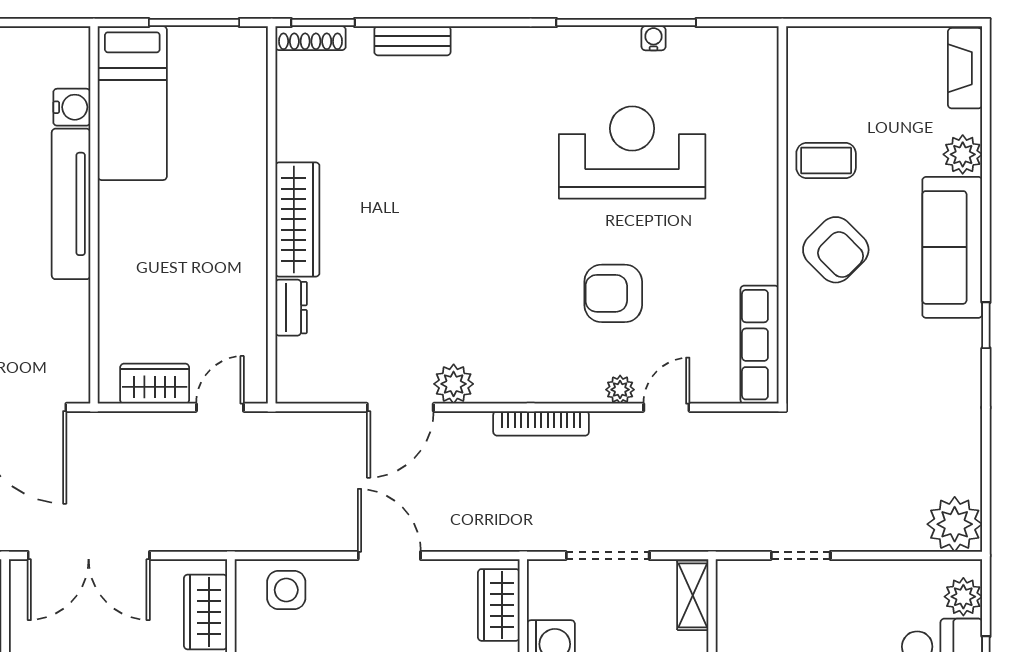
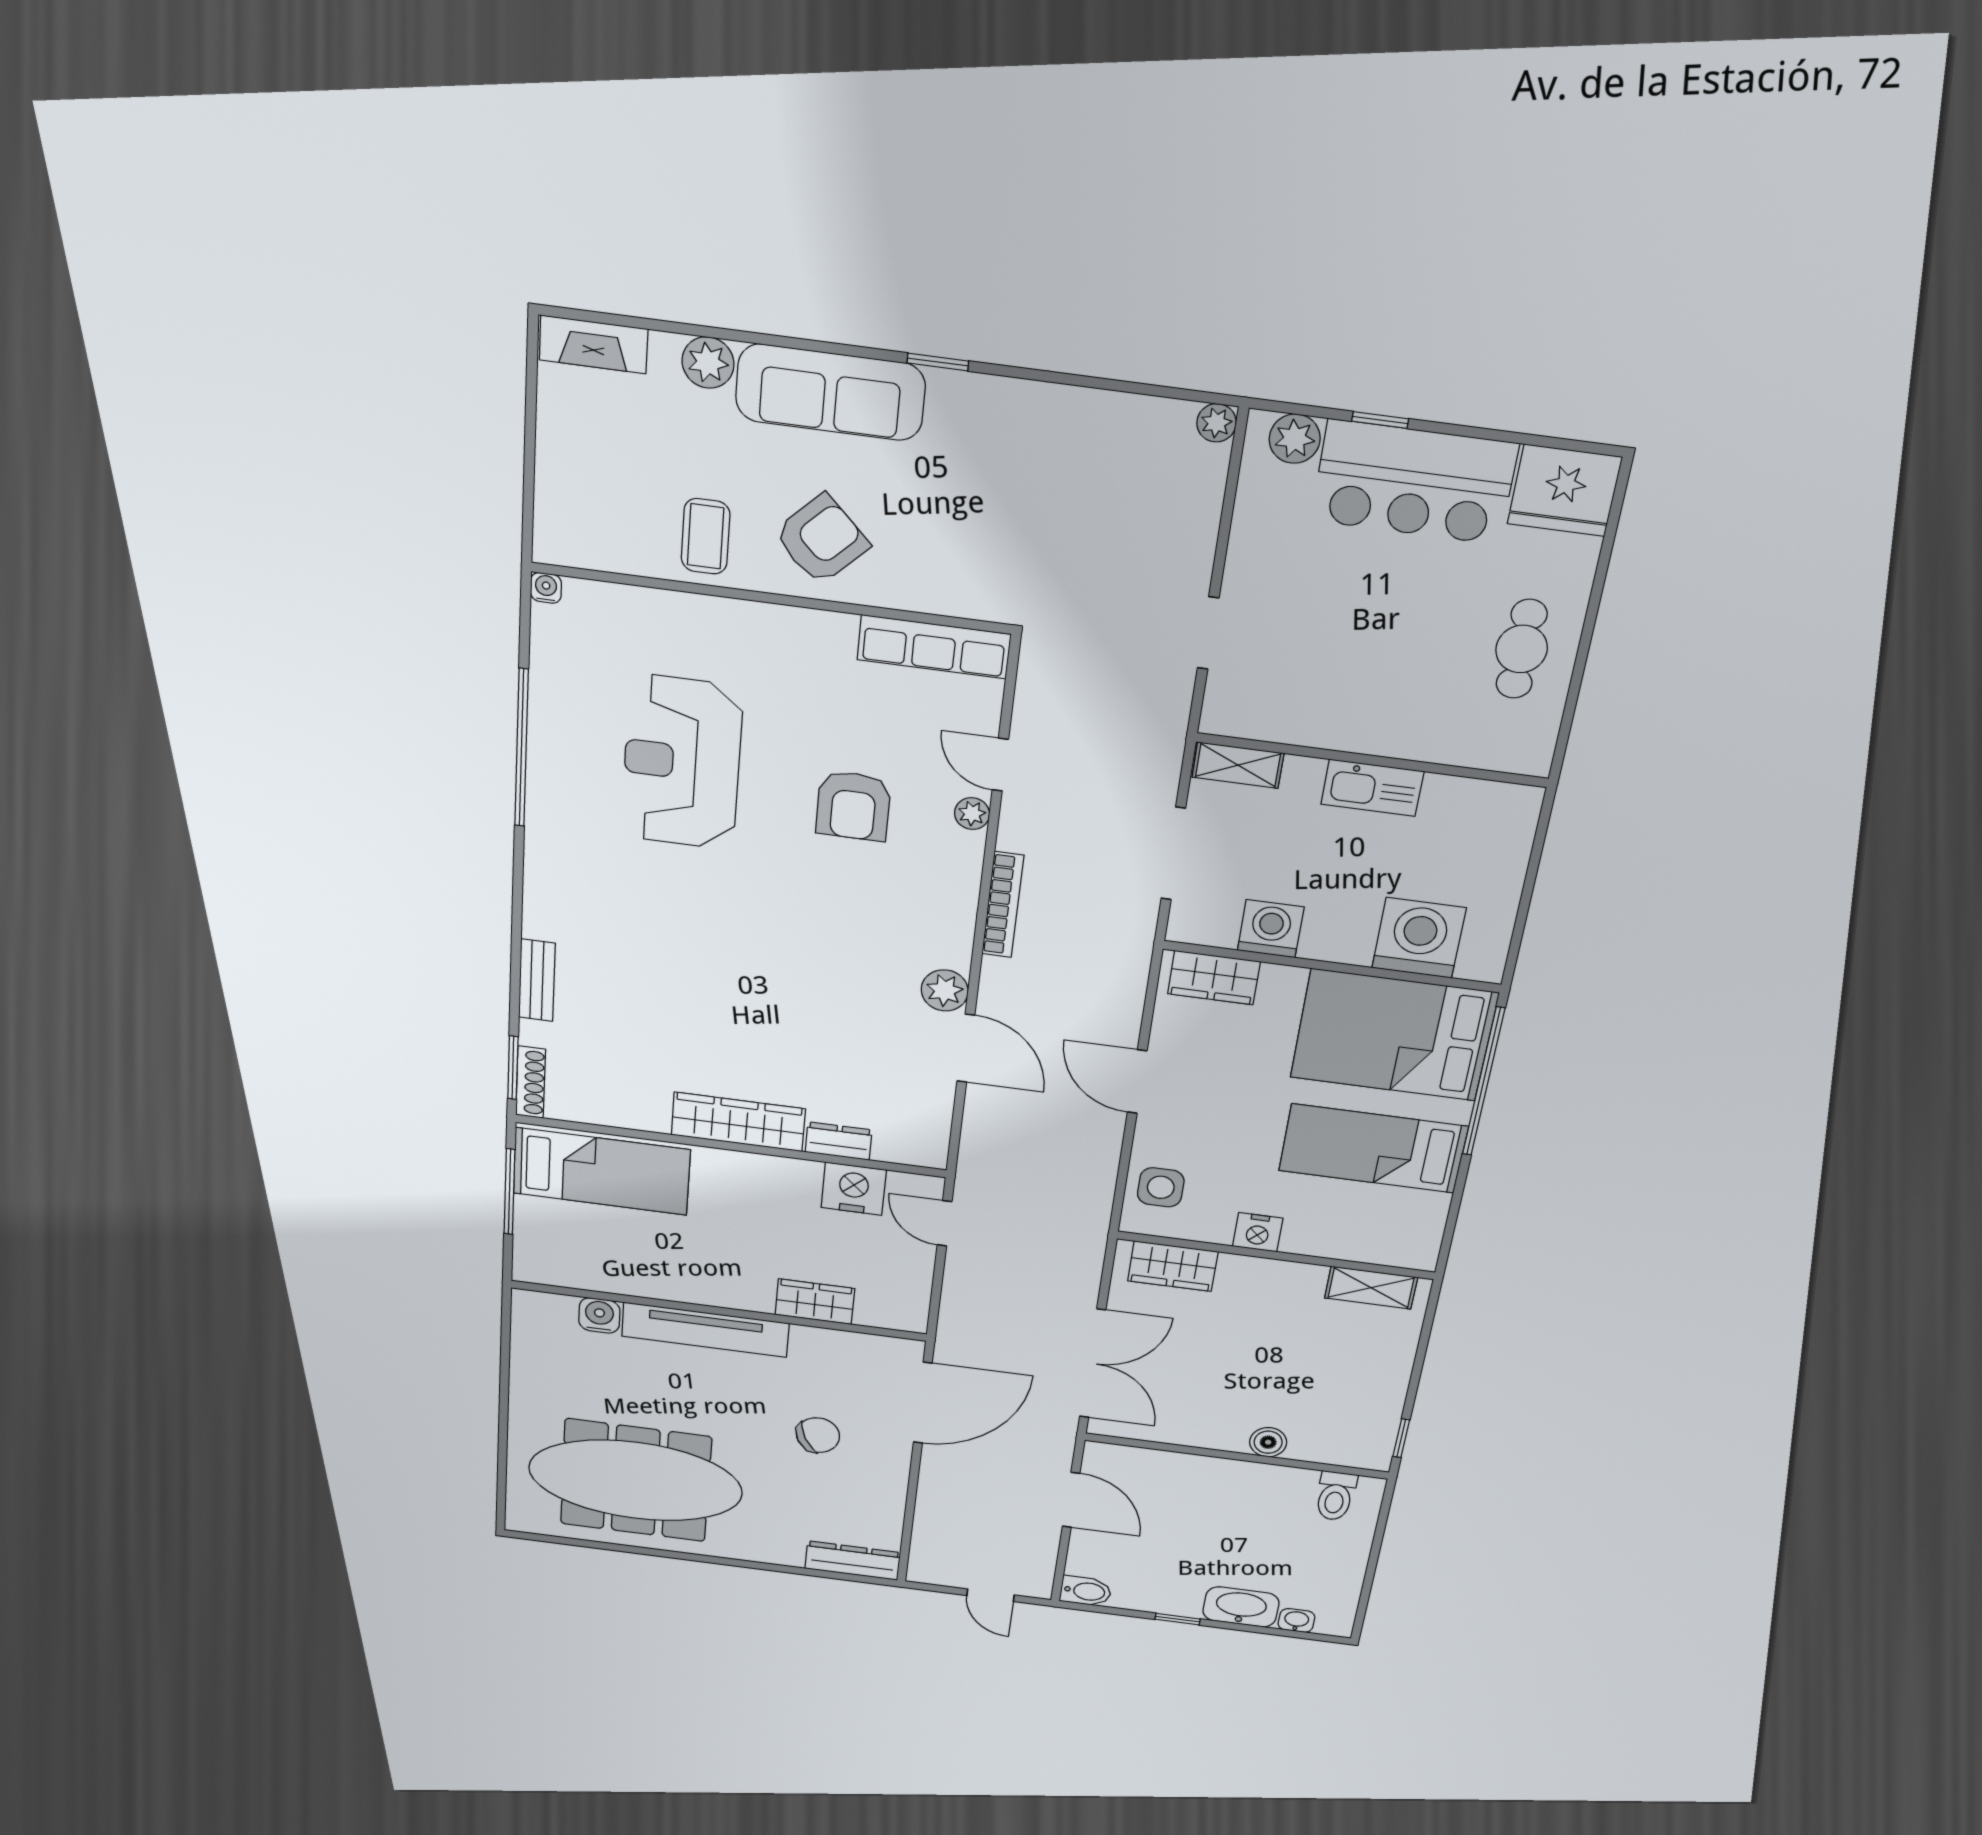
water cooler: (654, 38) -> (546, 588), moved, turned 90
bed: (132, 103) -> (602, 1171), moved
nightstand: (244, 325) -> (854, 1189), added
wardrobe: (155, 384) -> (815, 1302), moved, turned 90
plant: (955, 524) -> (1217, 423), width x0.53, depth x0.53
door: (389, 555) -> (1137, 1082), hinge flipped

